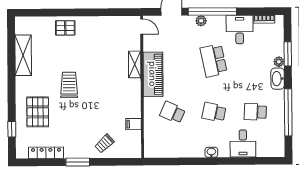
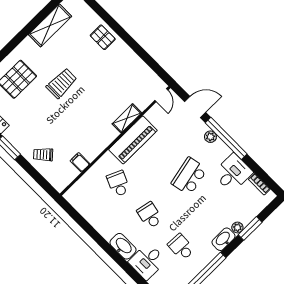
washbasin: (211, 152) -> (123, 246), width x1.91, depth x1.45

